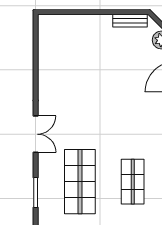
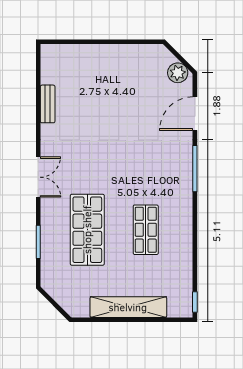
bench: (130, 21) -> (48, 104), moved, turned 90

